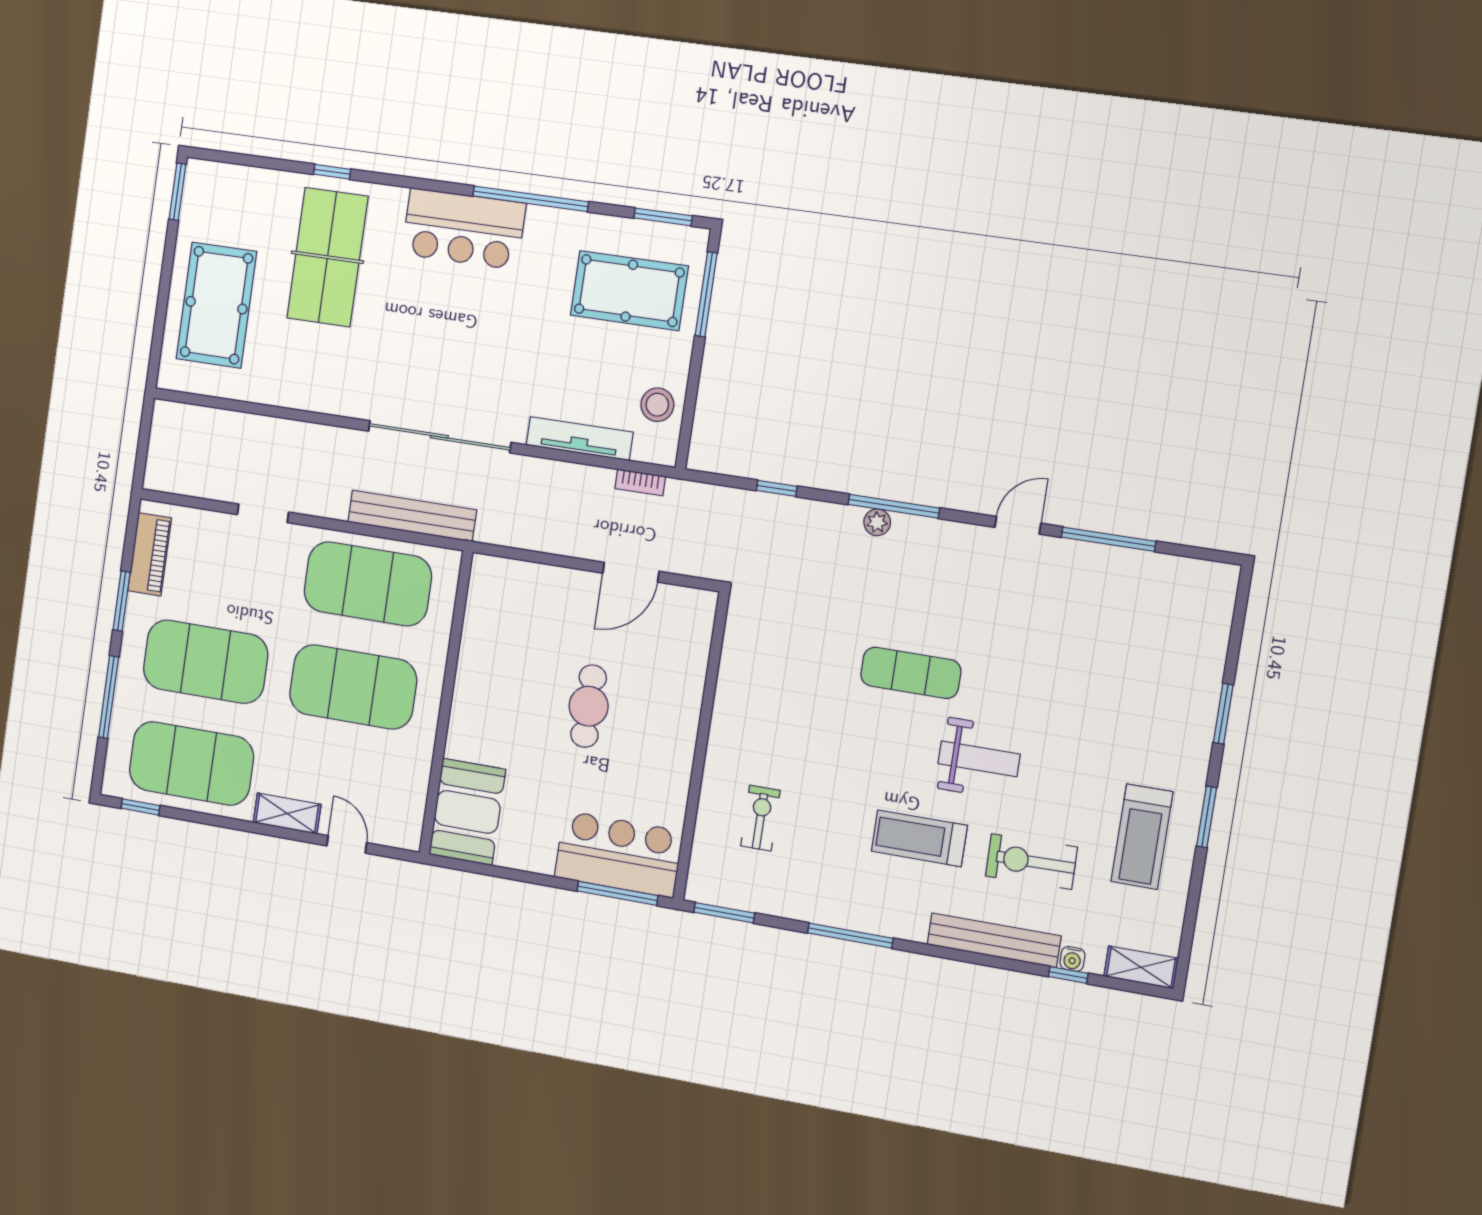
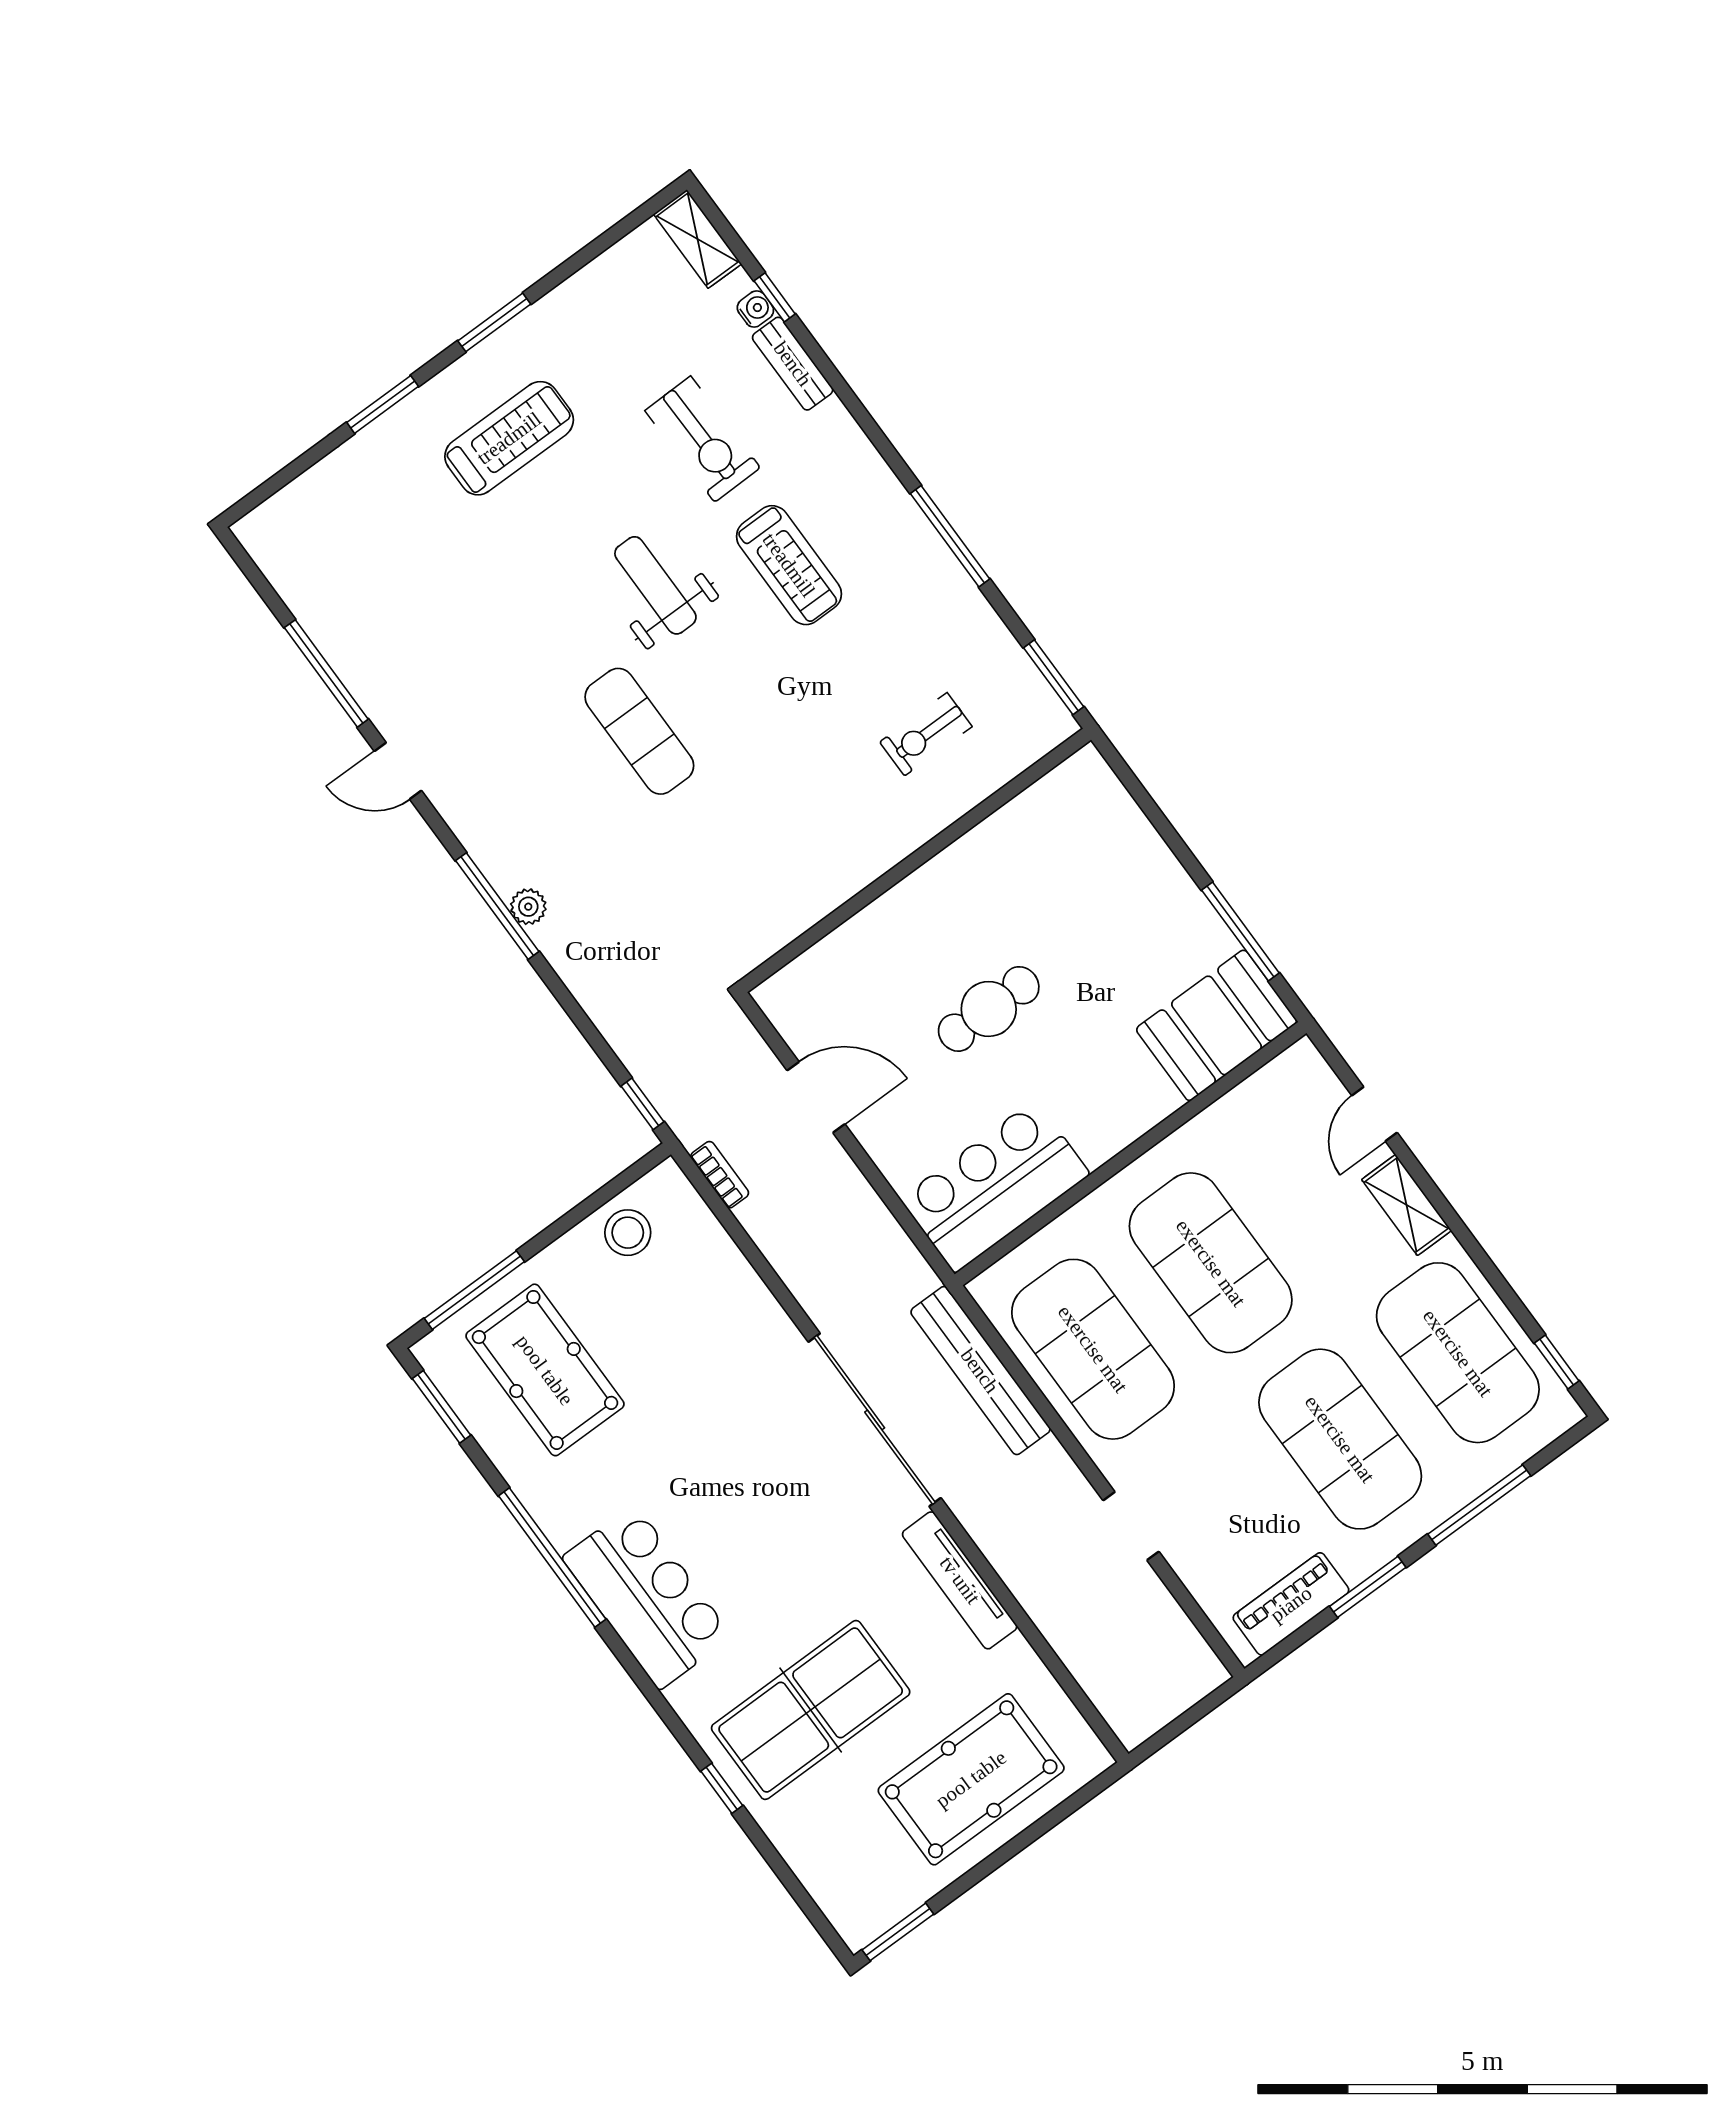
tv unit: (580, 439) -> (960, 1580), moved
window: (777, 488) -> (643, 1104), moved
treadmill: (1142, 837) -> (509, 438), moved
bar counter: (619, 854) -> (995, 1186), moved, turned 90
window: (618, 893) -> (1240, 932), moved
bench: (994, 940) -> (793, 364), width x0.54, depth x0.82

